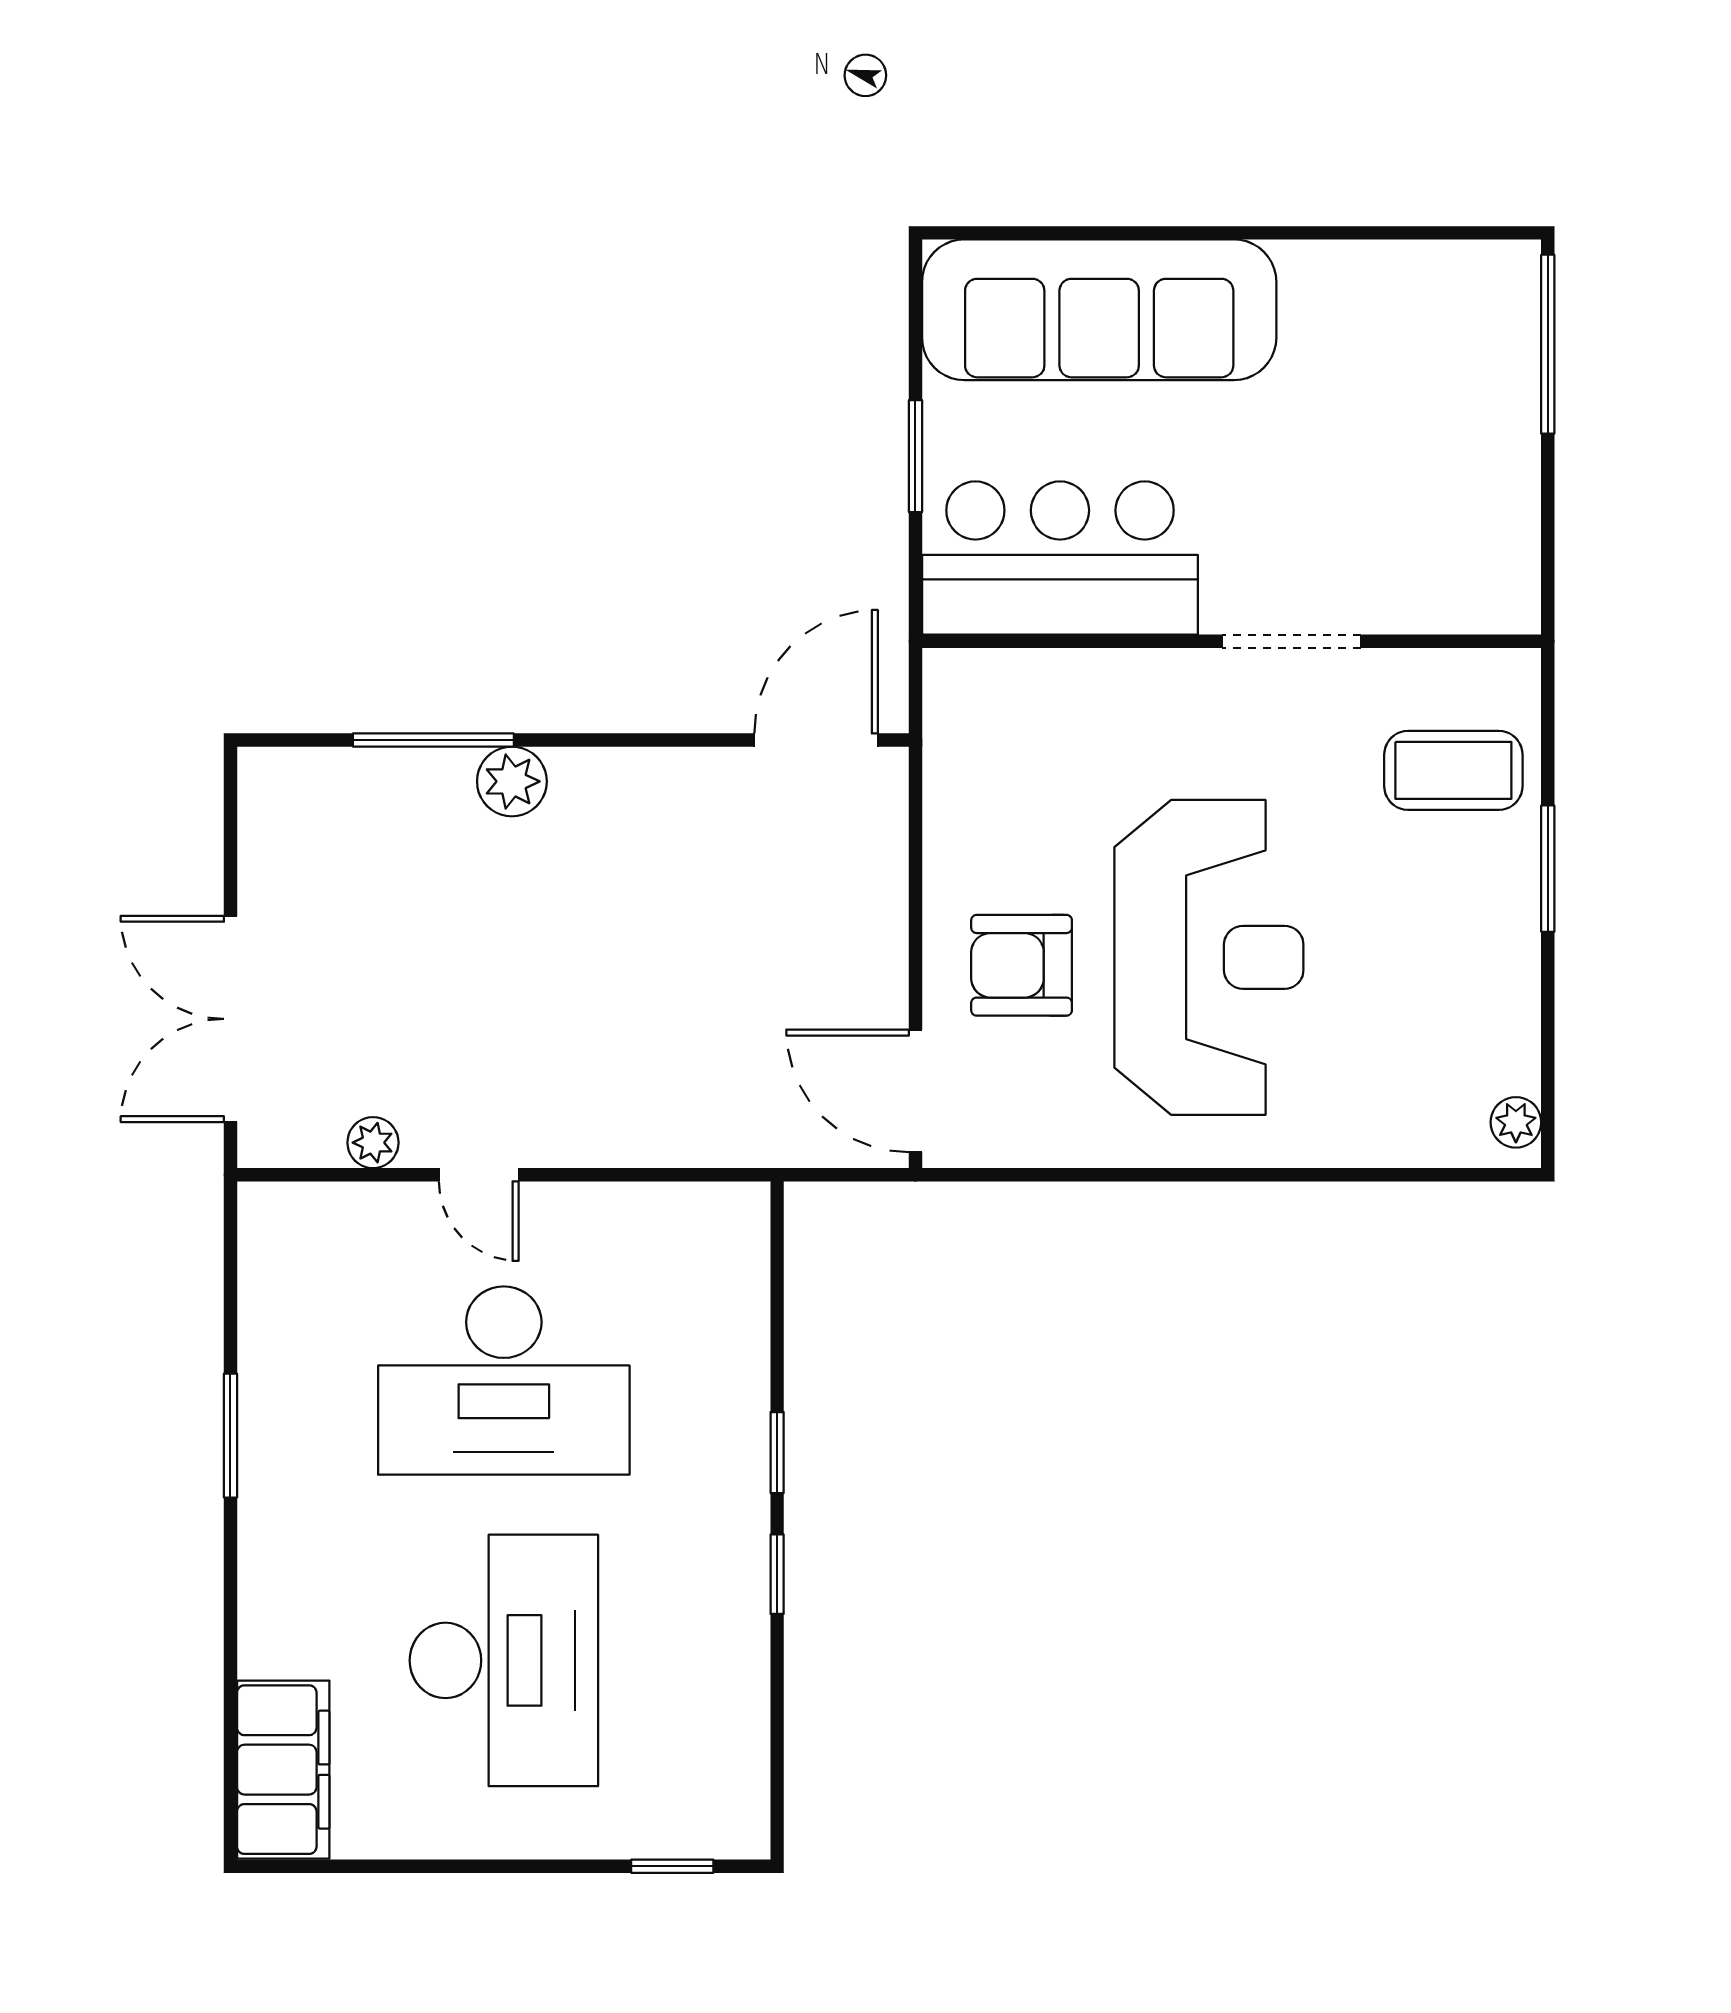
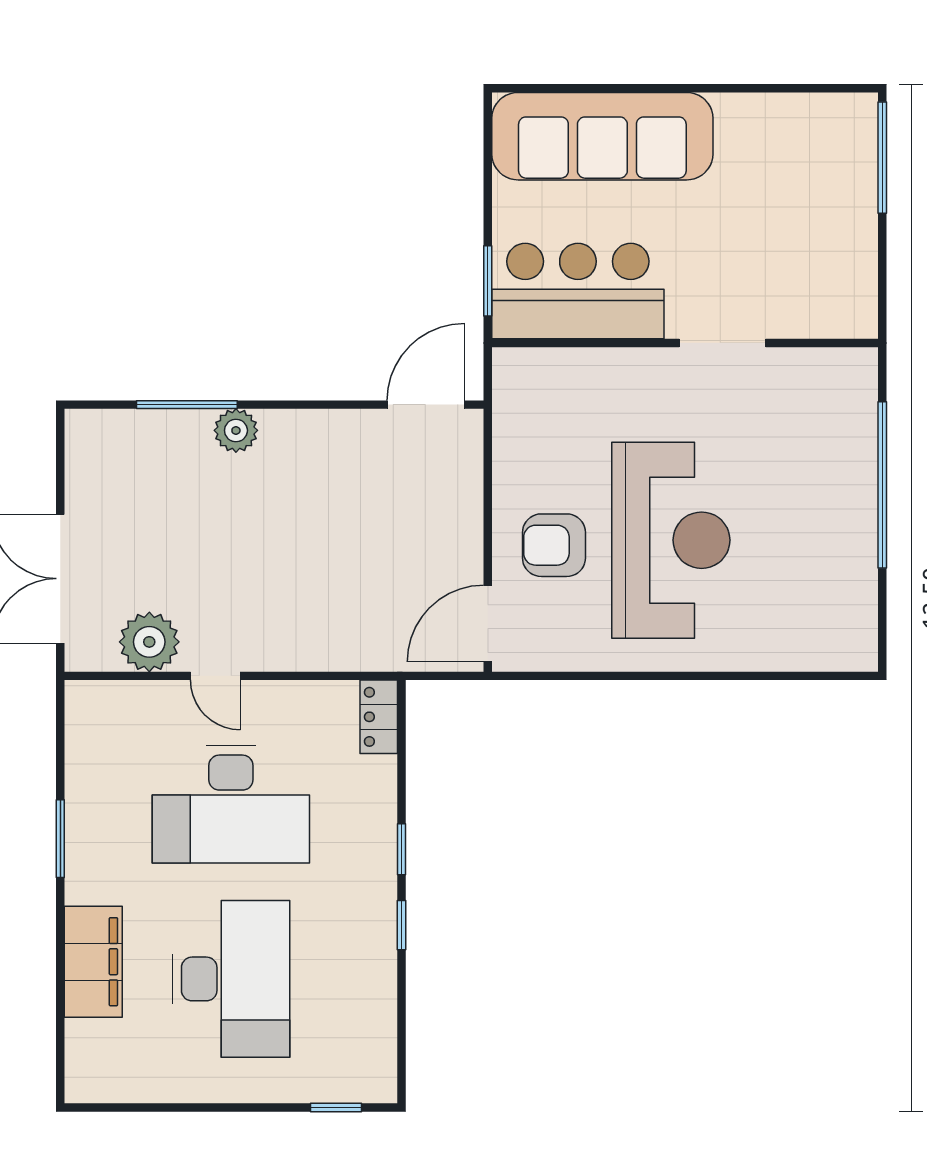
window: (915, 456) -> (488, 281), moved
coffee table: (1453, 770) -> (823, 424), removed
window: (1548, 869) -> (882, 485), width x2.11
door: (915, 1091) -> (488, 624), hinge flipped
plant: (1516, 1122) -> (862, 643), removed
plant: (373, 1143) -> (149, 642), width x1.88, depth x1.88
locker: (741, 1240) -> (379, 717), added
filing cabinet: (283, 1770) -> (93, 962), moved

